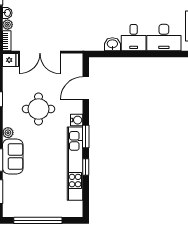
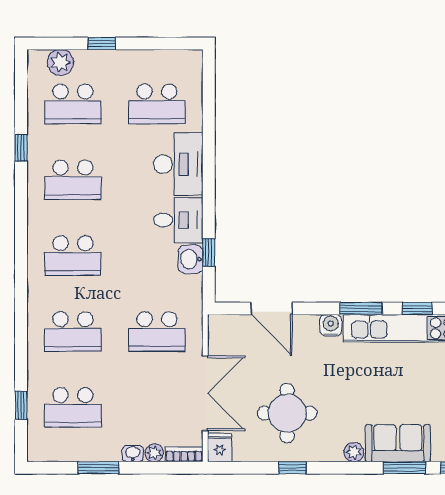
school desk: (73, 26) -> (157, 332), added
window: (116, 54) -> (209, 252), added
round table: (39, 109) -> (287, 413), moved

